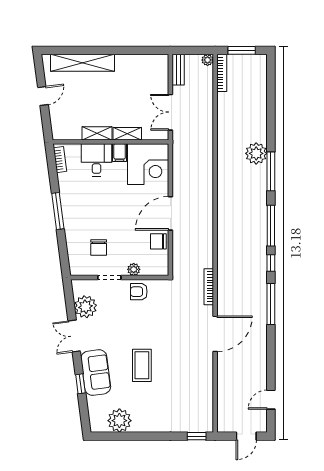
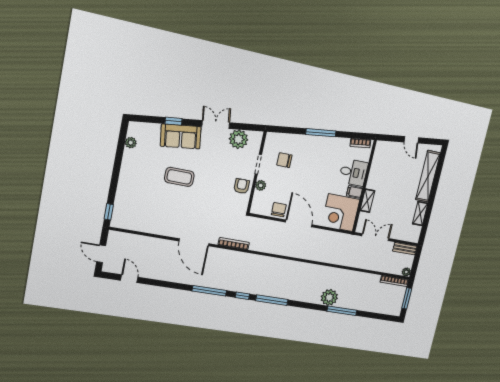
shelving: (97, 133) -> (420, 214), moved
window: (271, 171) -> (342, 311), moved
plant: (119, 421) -> (131, 143), width x0.53, depth x0.53

